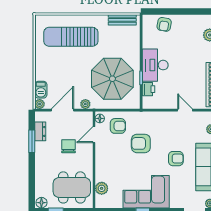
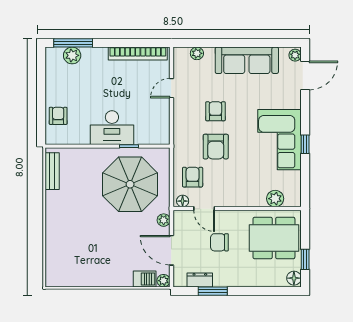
armchair: (164, 24) -> (58, 116), turned -99
sun lounger: (71, 37) -> (74, 239), removed
printer: (149, 89) -> (144, 136), removed
armchair: (176, 159) -> (215, 111), moved
dining table: (72, 187) -> (274, 238), turned 90

